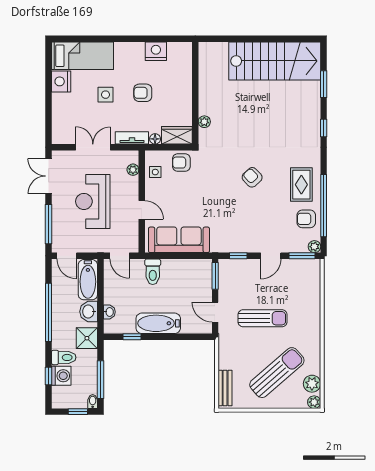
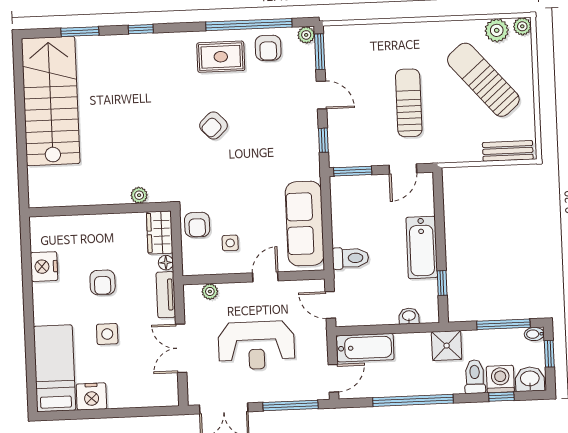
side table: (155, 172) -> (230, 243), moved
door: (120, 256) -> (330, 305), swing flipped
washbasin: (89, 312) -> (530, 379), moved, turned 180

